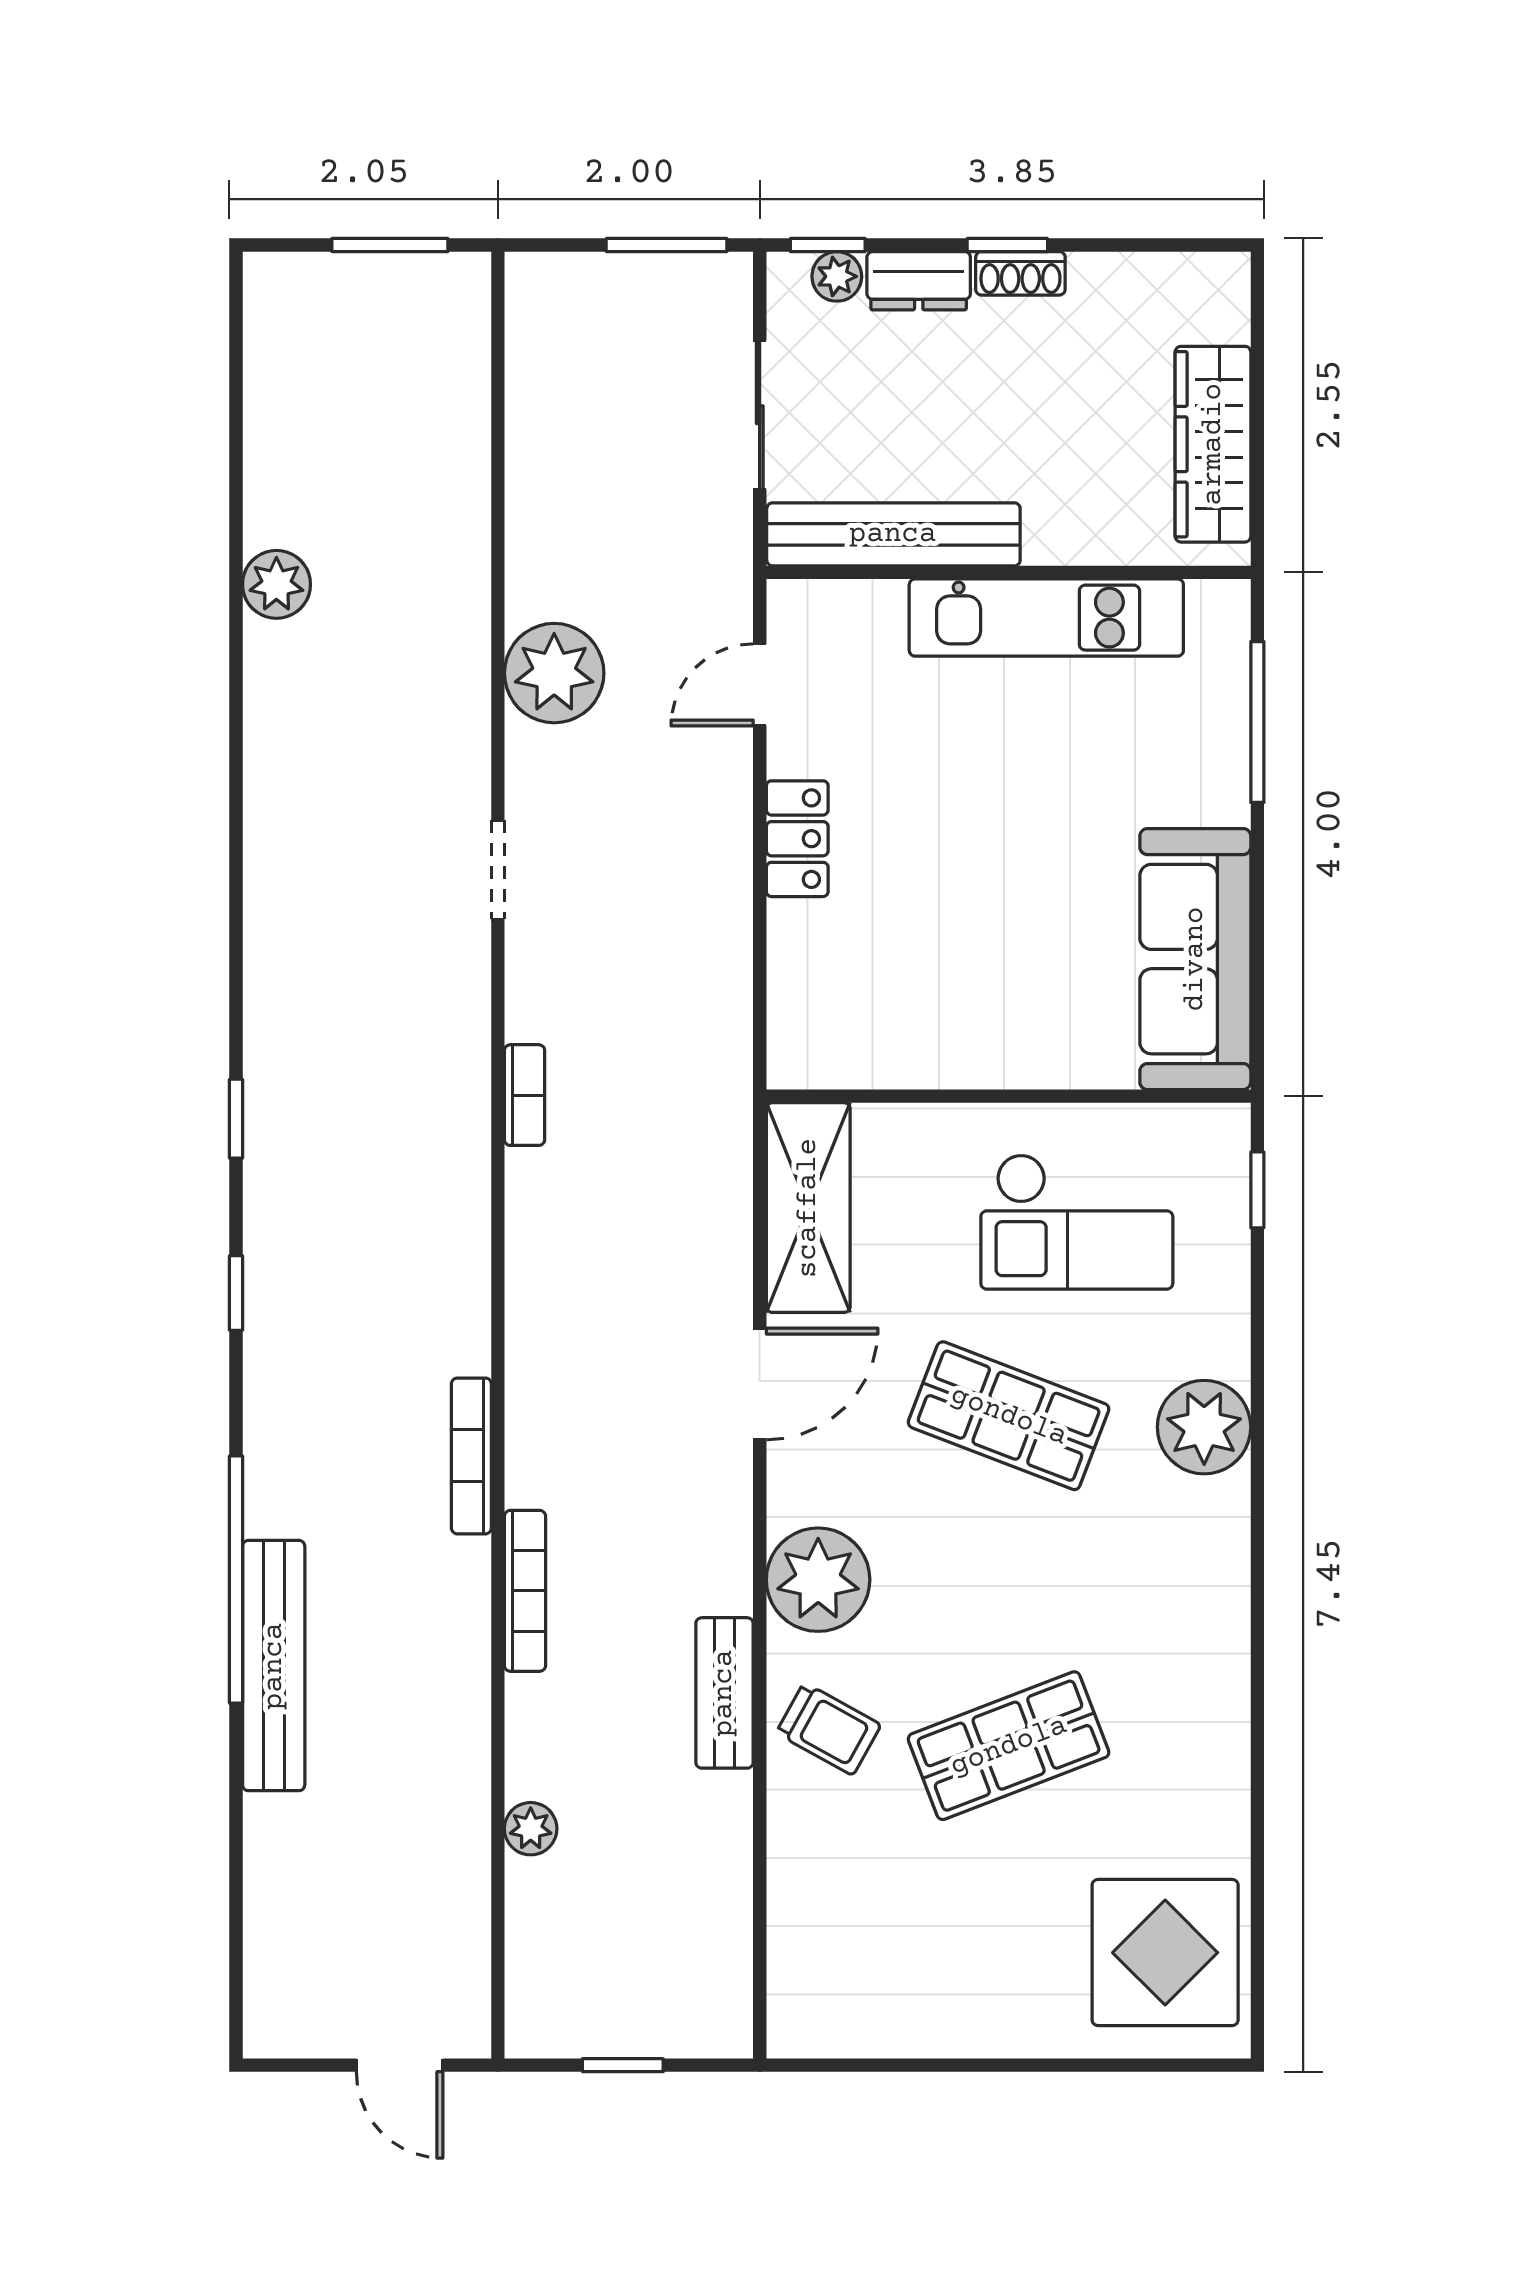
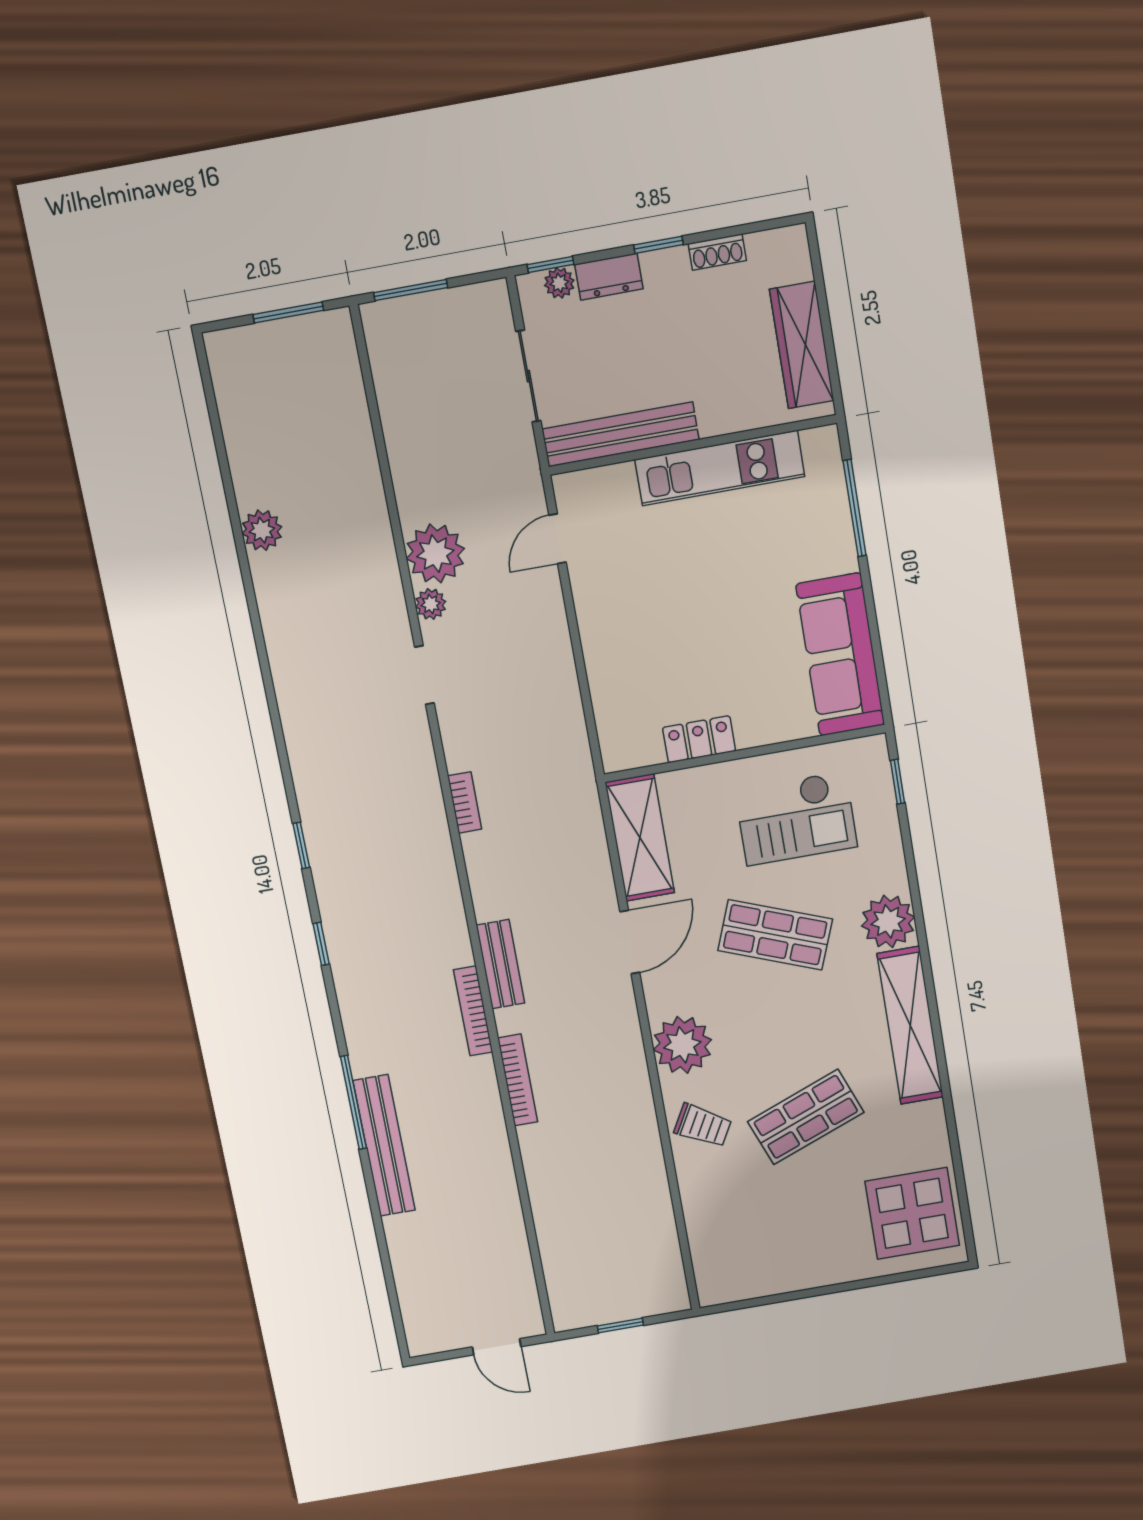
window: (667, 245) -> (411, 290), moved
shoe rack: (1020, 273) -> (717, 252), moved
locker: (797, 839) -> (699, 739), moved, turned -90
window: (236, 1580) -> (353, 1102), width x0.68
shelving: (1214, 1616) -> (910, 1025), added
bench: (724, 1693) -> (500, 964), moved
plant: (531, 1829) -> (431, 604), moved

